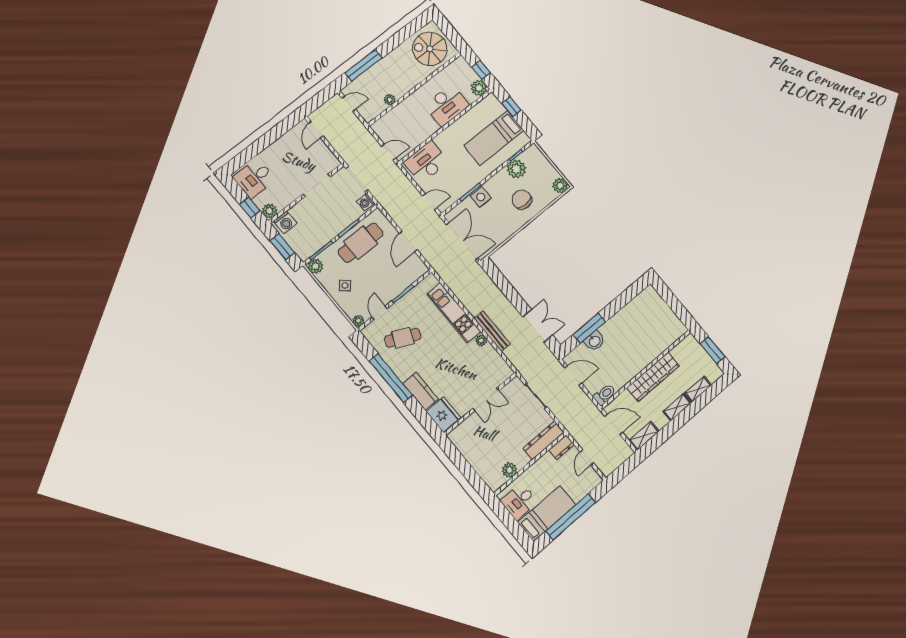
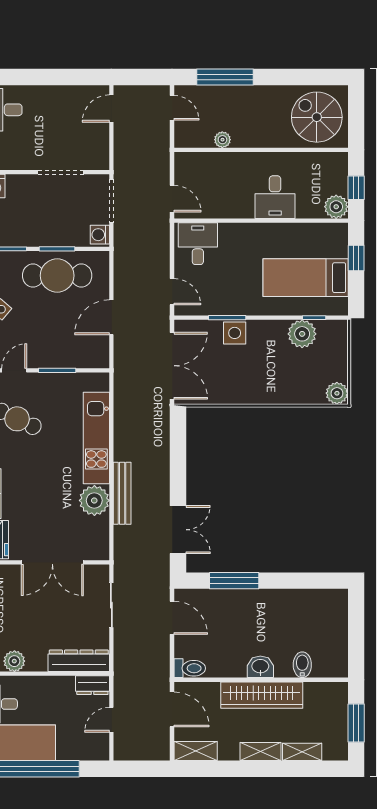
desk: (447, 105) -> (275, 197), width x0.73
desk: (426, 162) -> (198, 244), width x0.73
chair: (522, 200) -> (279, 374), removed
plant: (481, 340) -> (94, 500), width x1.88, depth x1.88
washbasin: (594, 341) -> (260, 667), moved, turned 180
bidet: (660, 343) -> (302, 665), added
double door: (486, 399) -> (52, 562), width x1.37

